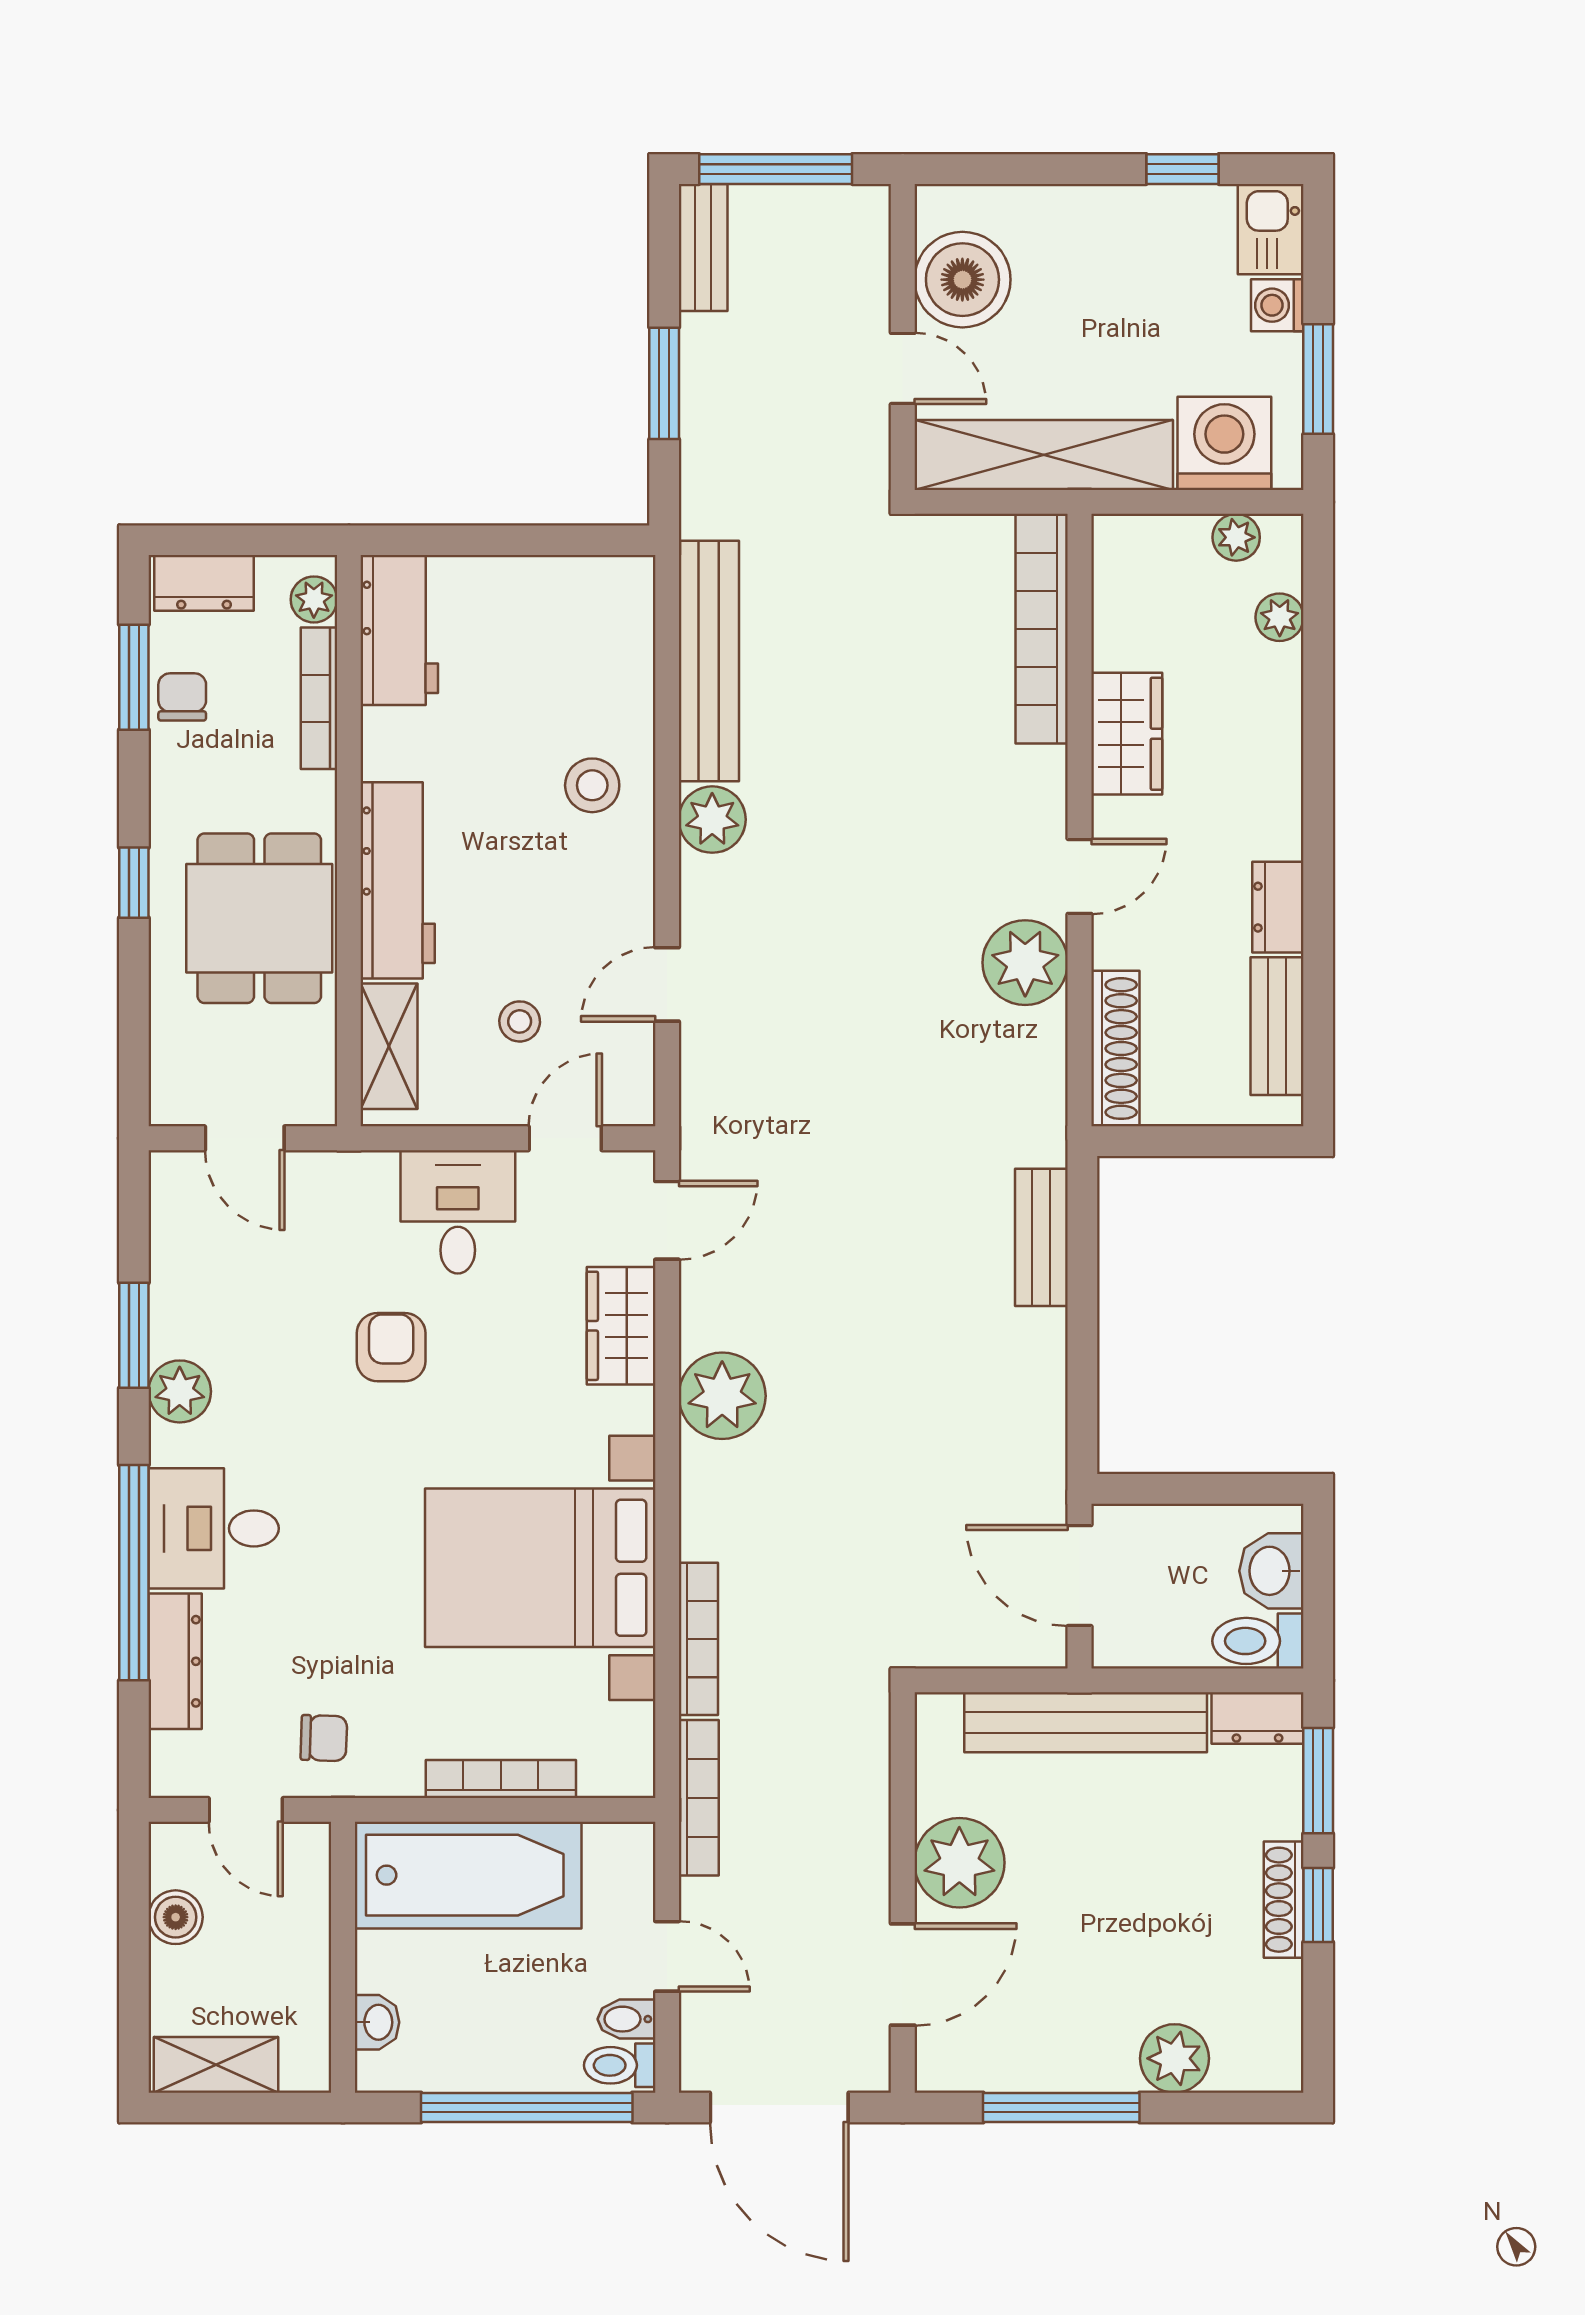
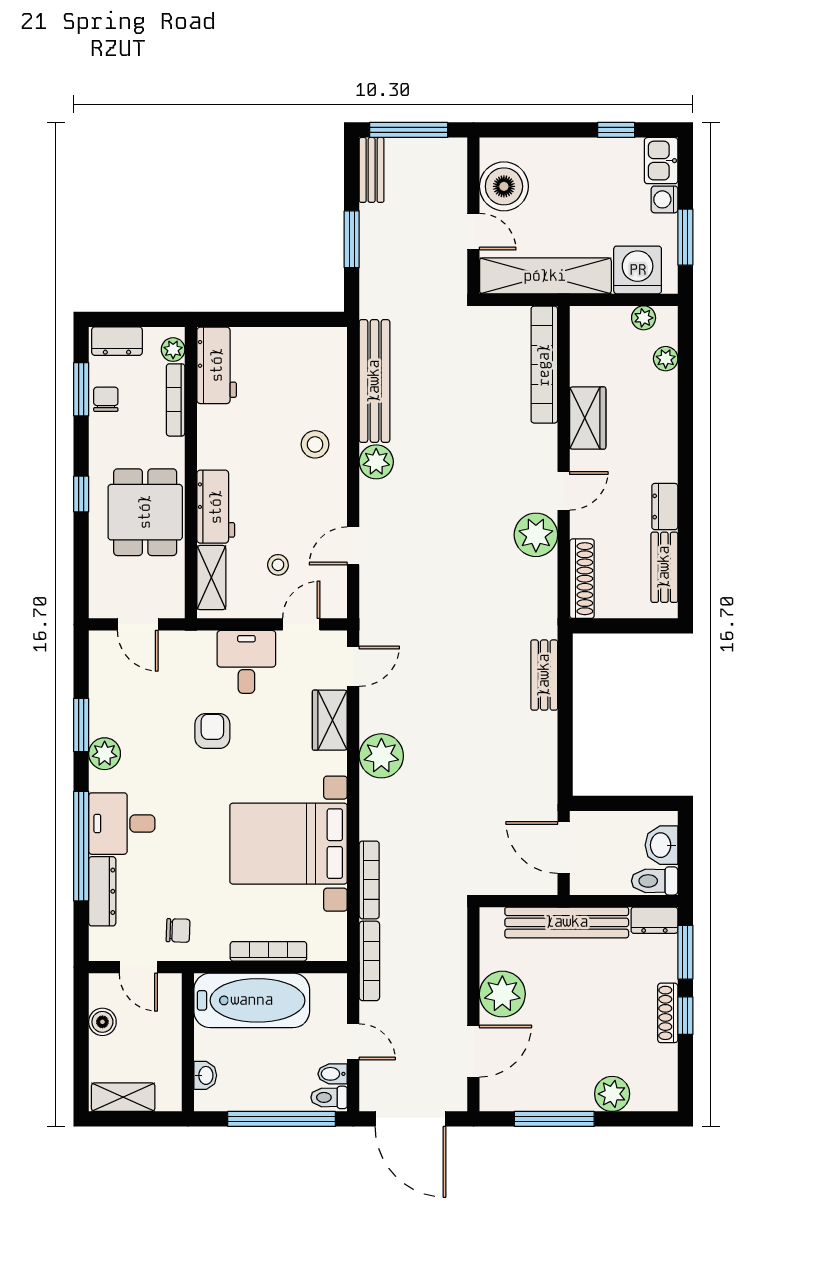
workbench: (398, 880) -> (216, 507), width x0.73

